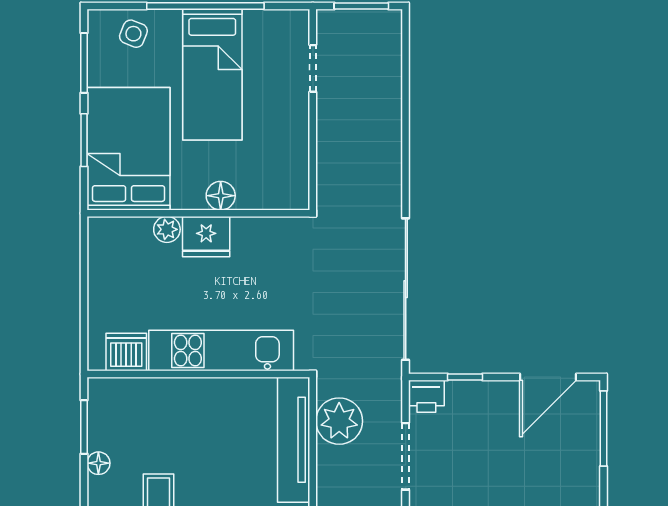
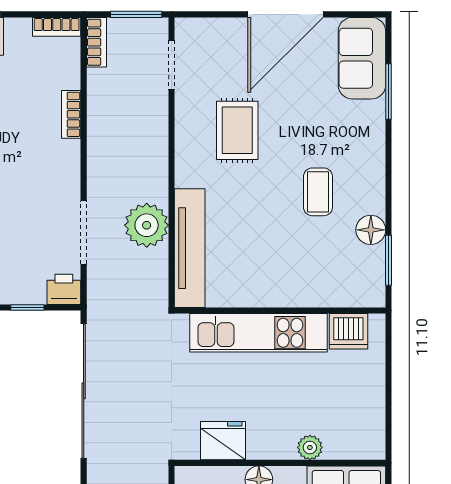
fridge: (206, 237) -> (223, 441), moved
plant: (339, 421) -> (147, 225), moved
floor lamp: (98, 463) -> (371, 230), width x1.37, depth x1.37

